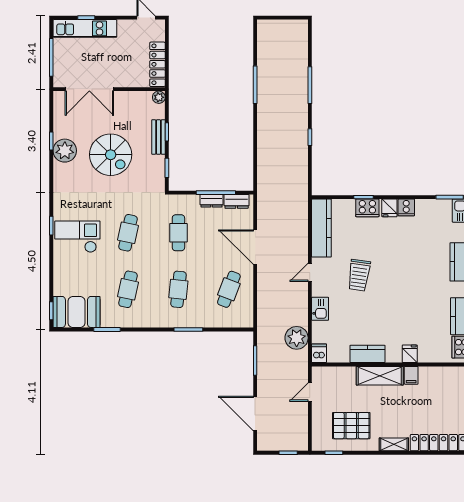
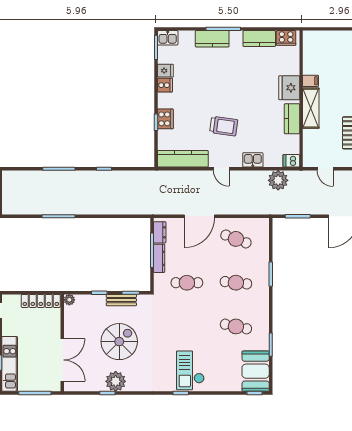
bench: (158, 137) -> (121, 300), moved
dresser: (212, 201) -> (159, 258), width x1.44
fridge: (389, 208) -> (165, 71), moved
cafe table: (128, 233) -> (187, 326), removed
fridge: (410, 354) -> (289, 88), width x1.88, depth x1.34

